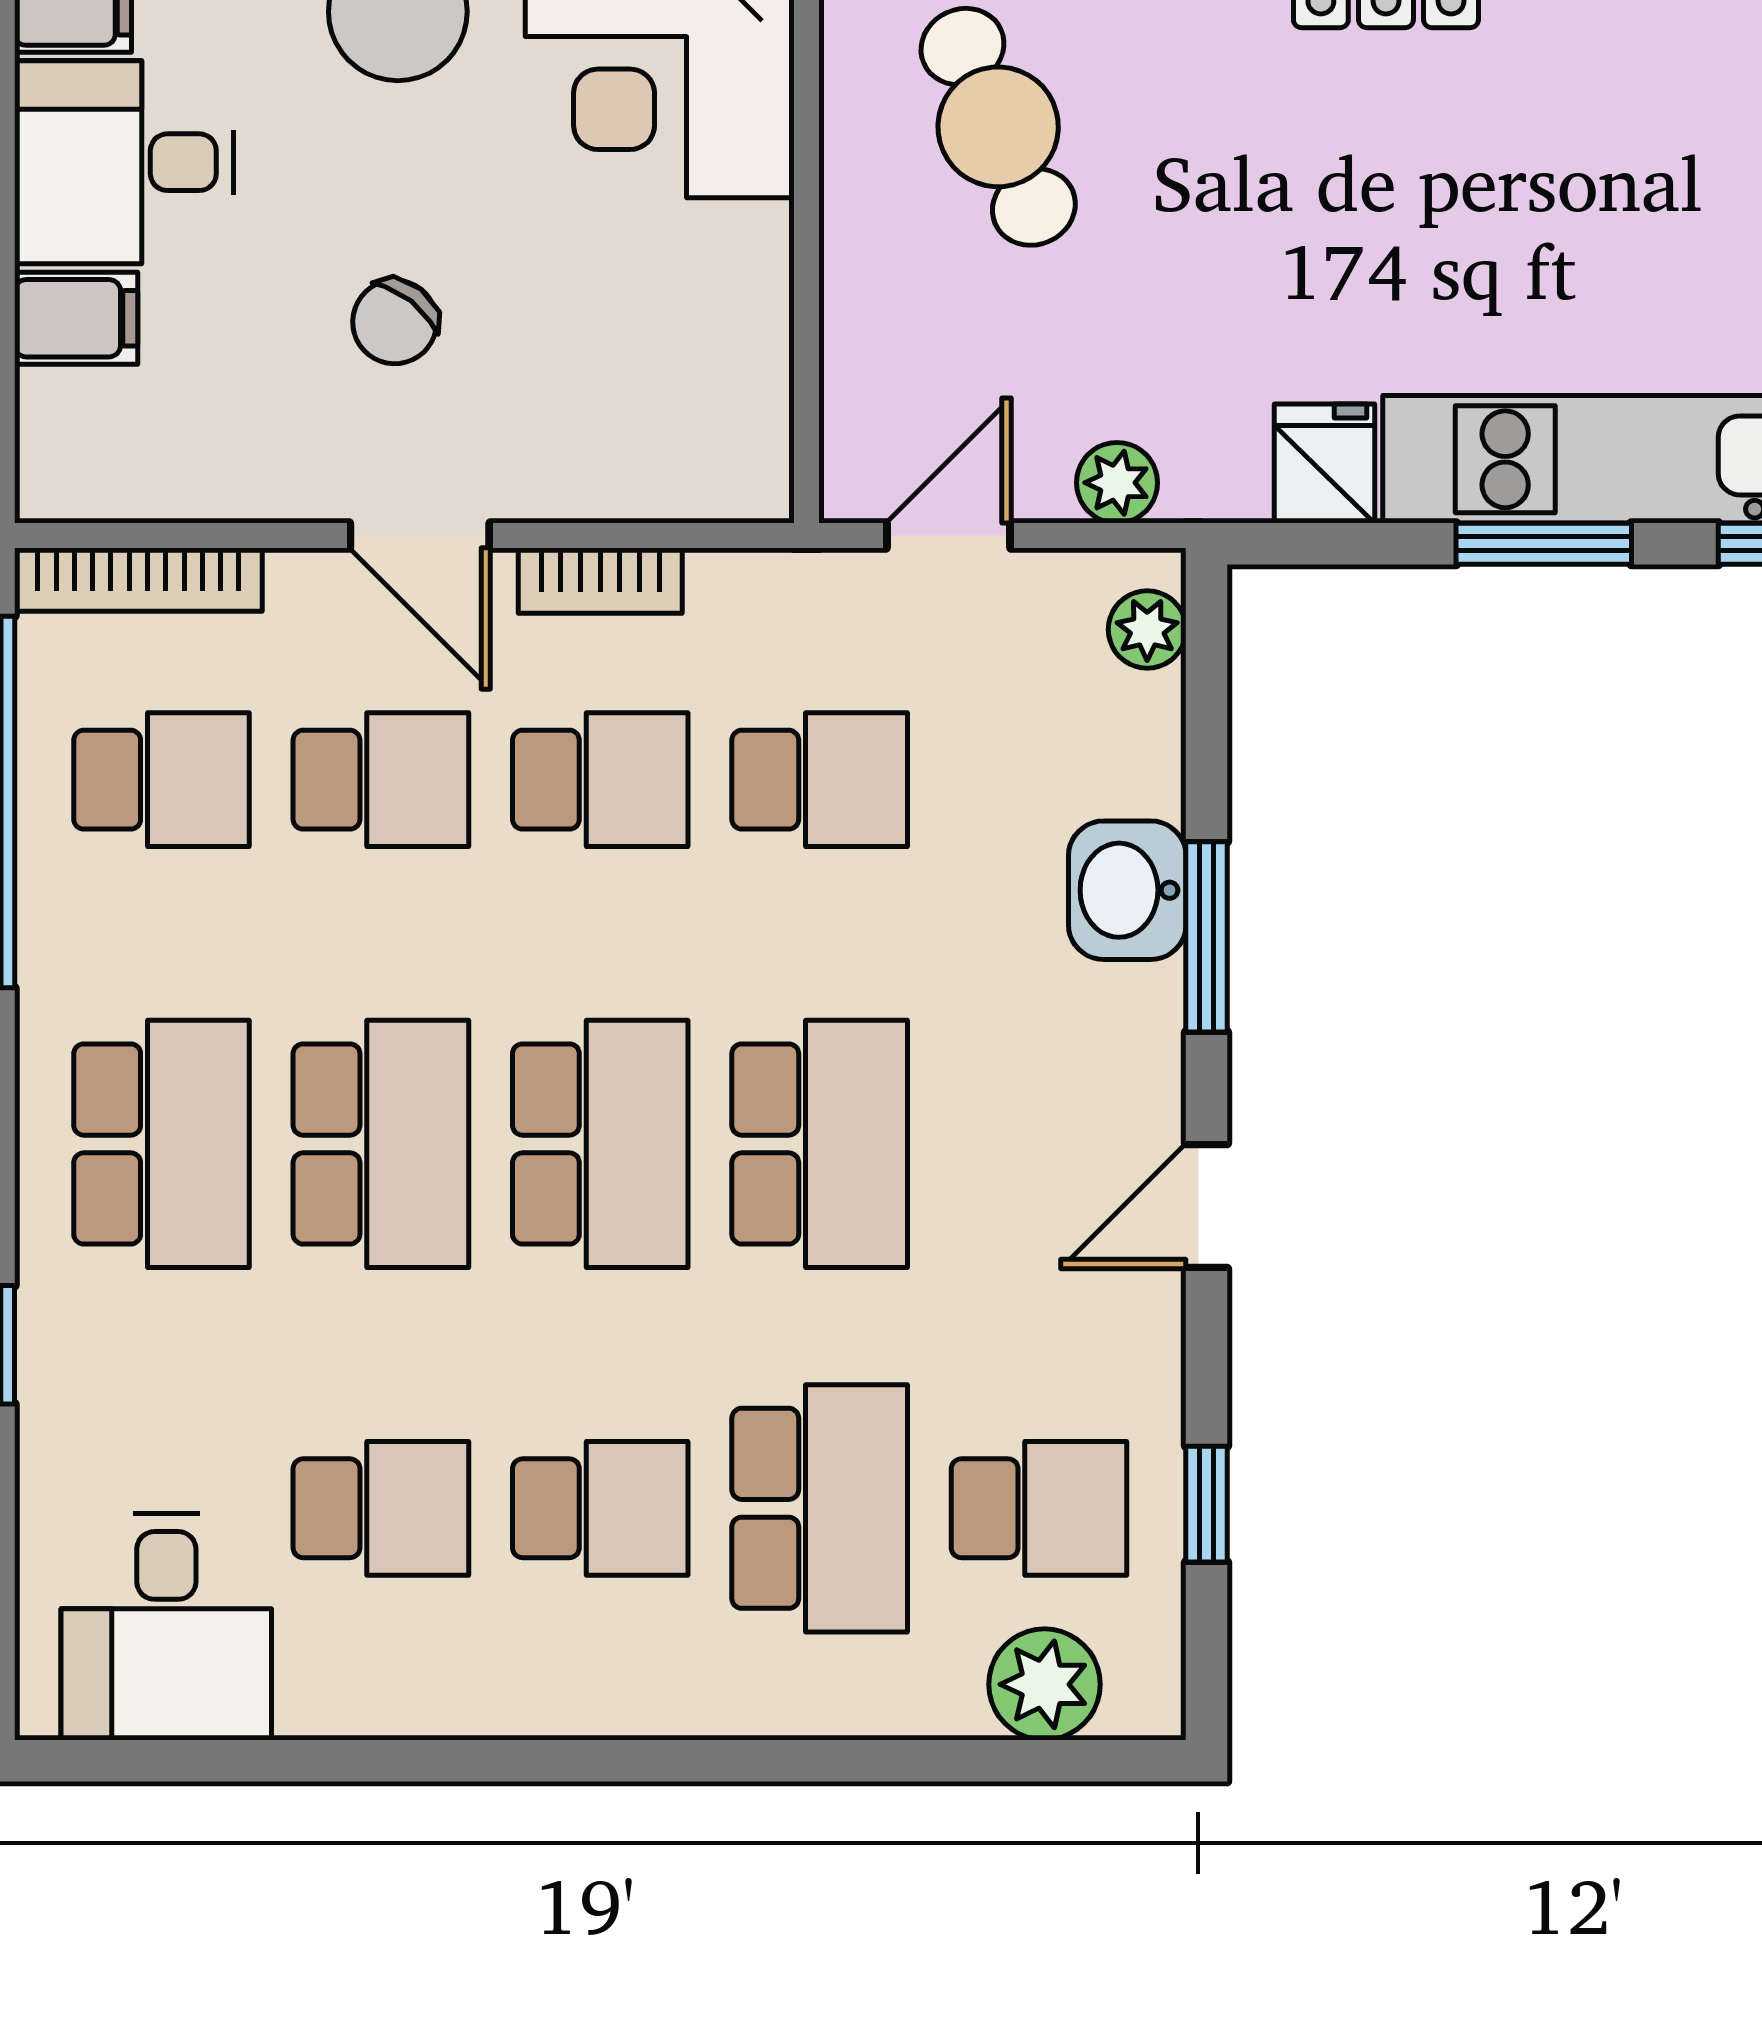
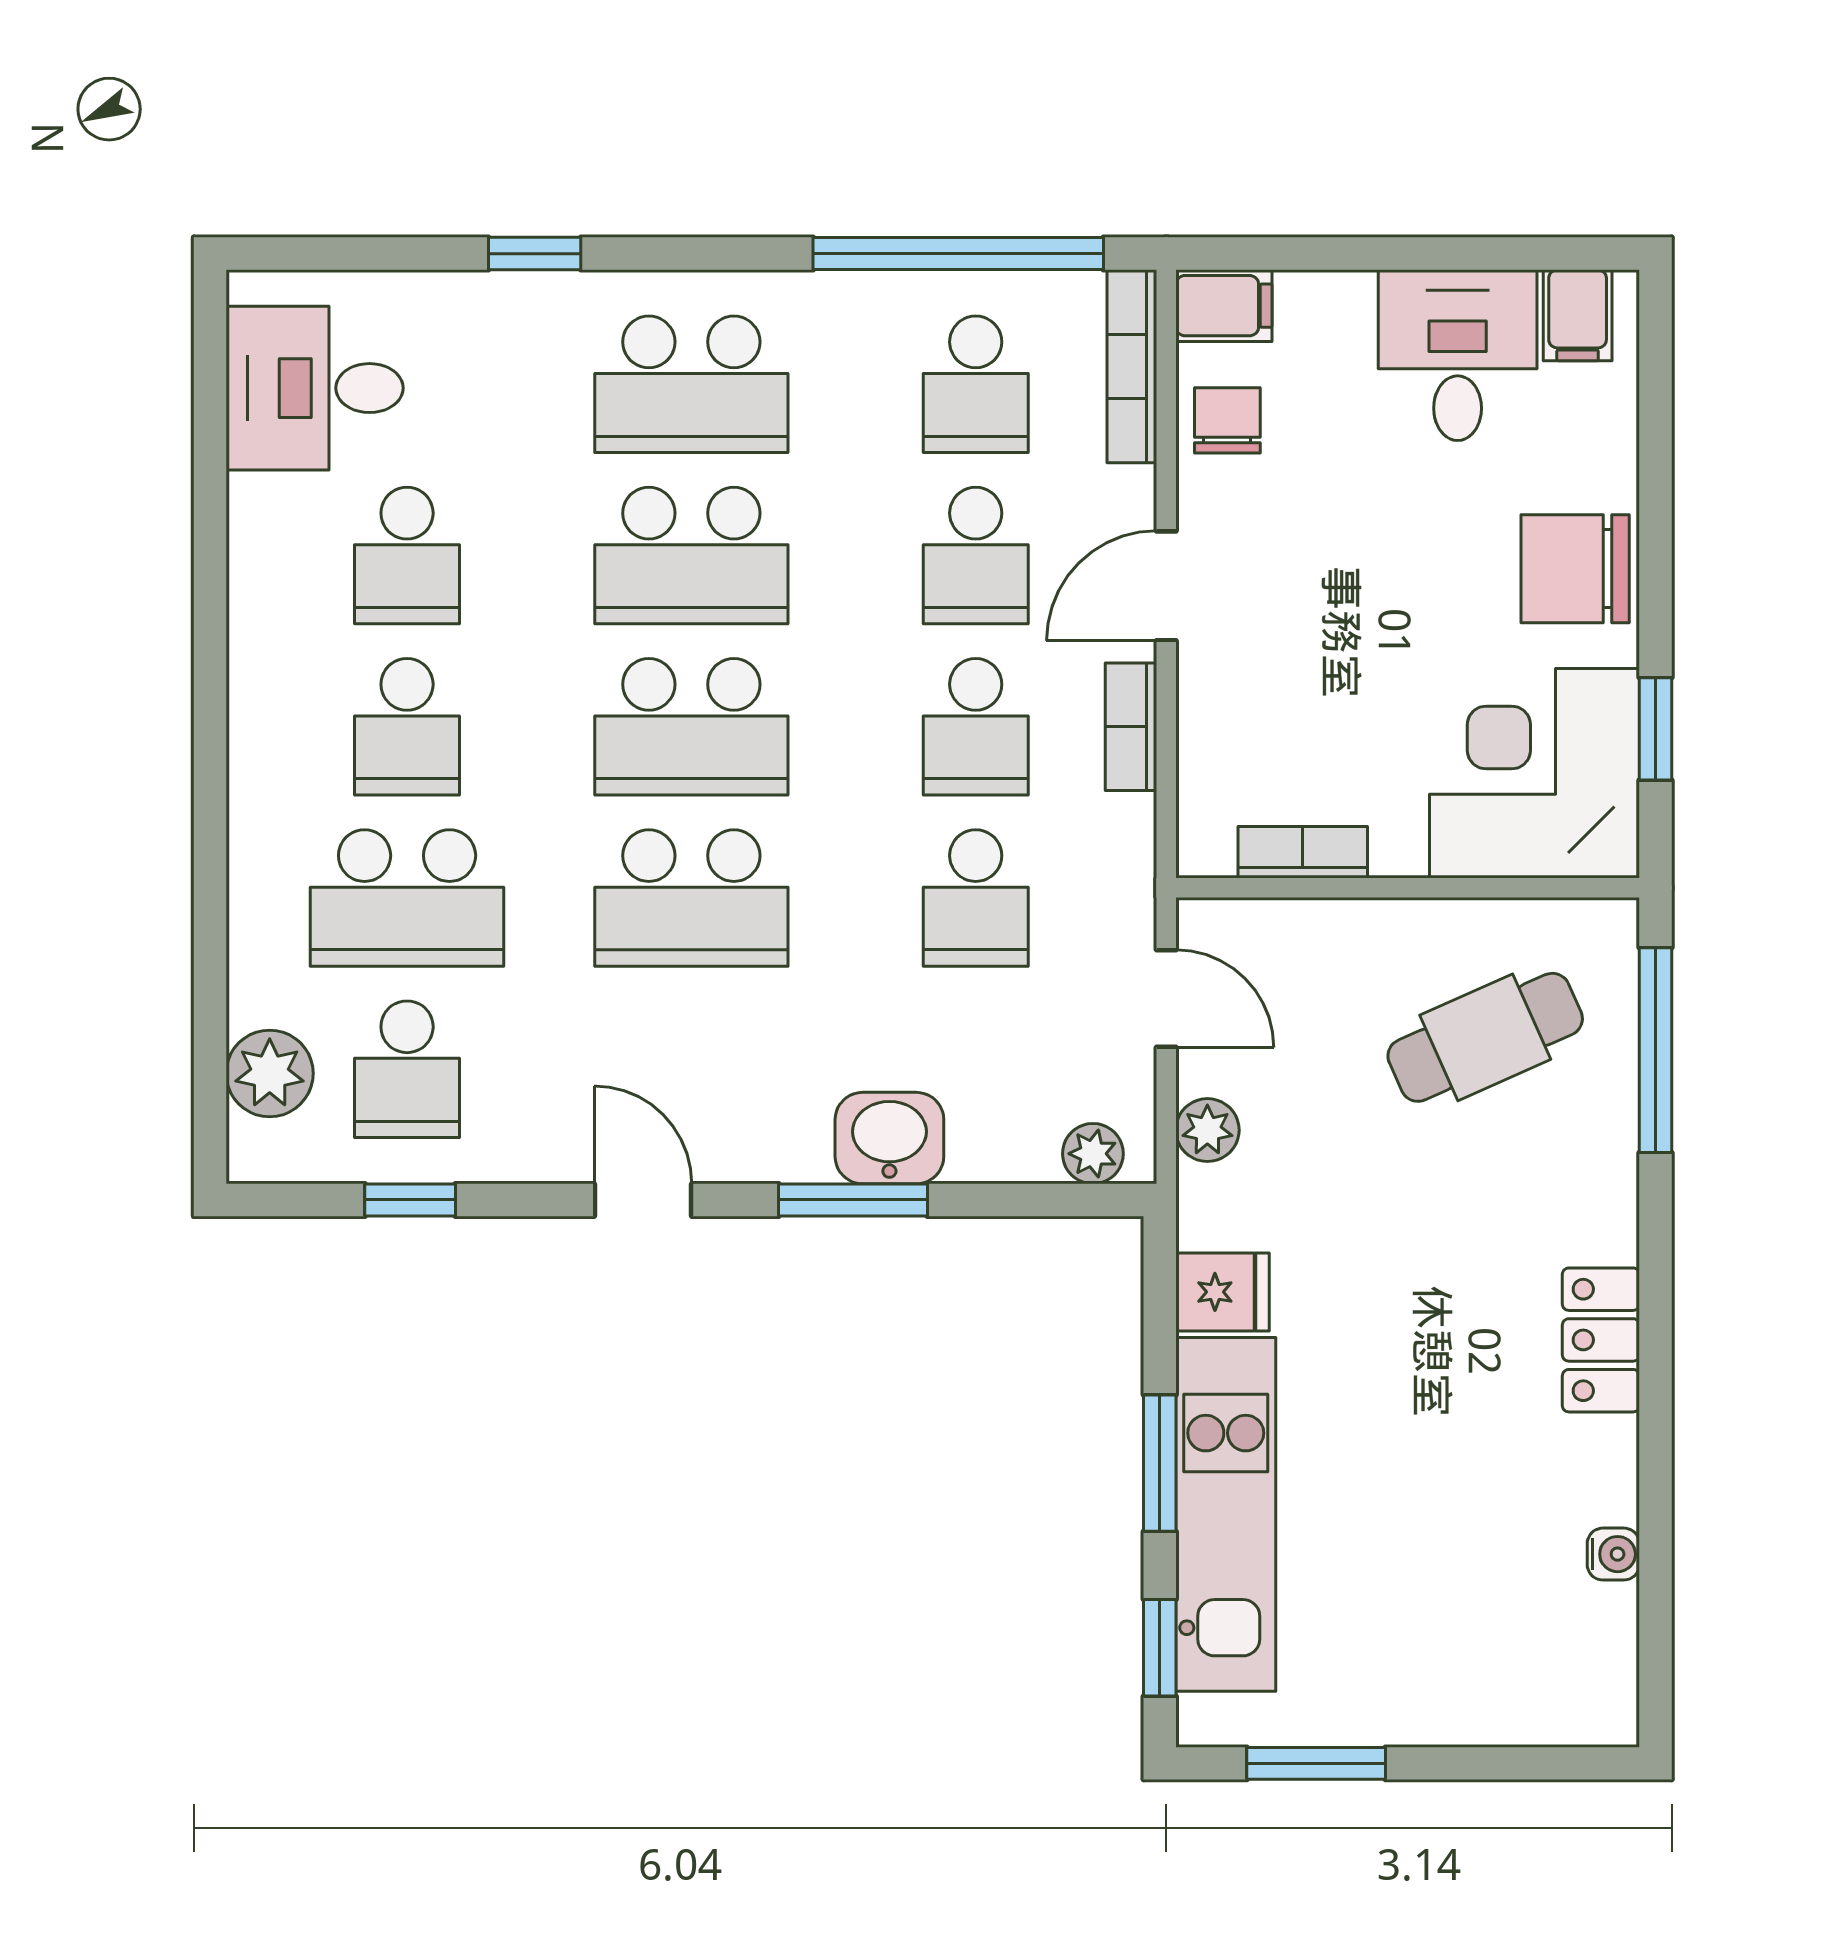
filing cabinet: (76, 318) -> (1224, 306), moved, turned -90
chair: (395, 322) -> (1227, 420), moved, turned 52
bookcase: (761, 361) -> (1303, 852), added

